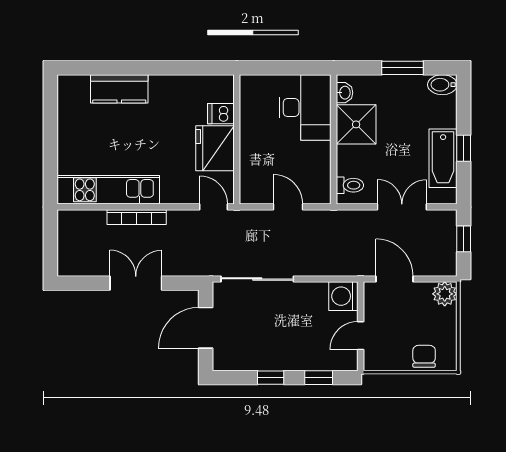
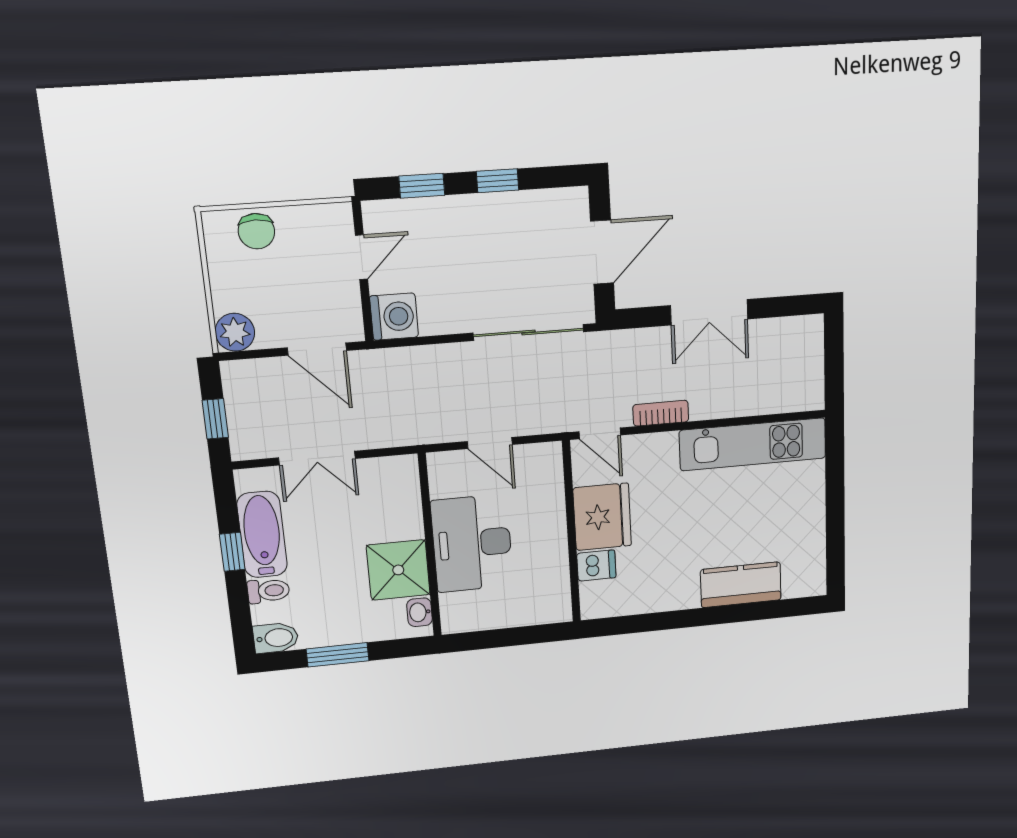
desk: (305, 107) -> (472, 543), moved
toilet: (350, 185) -> (268, 591), moved, turned 180
bookcase: (137, 217) -> (661, 413), moved, width x0.64

